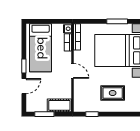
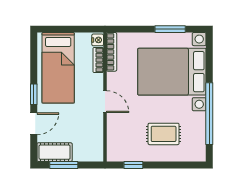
cot: (59, 105) -> (55, 152), moved

